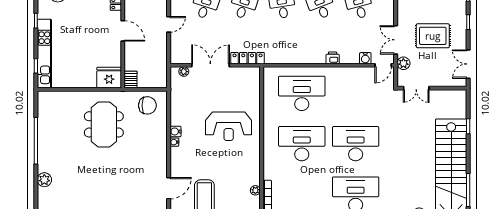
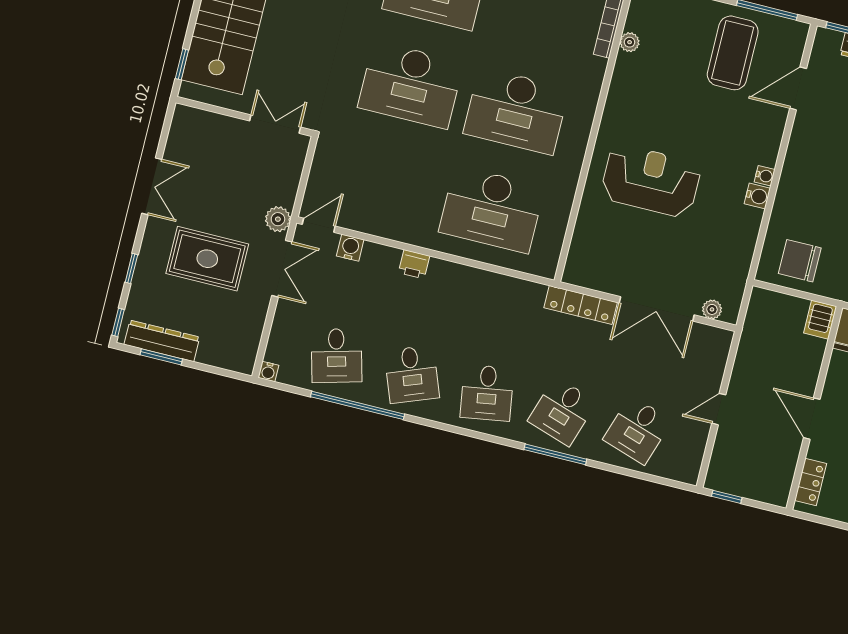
double door: (416, 88) -> (275, 124), moved
wall: (432, 88) -> (244, 116), moved

